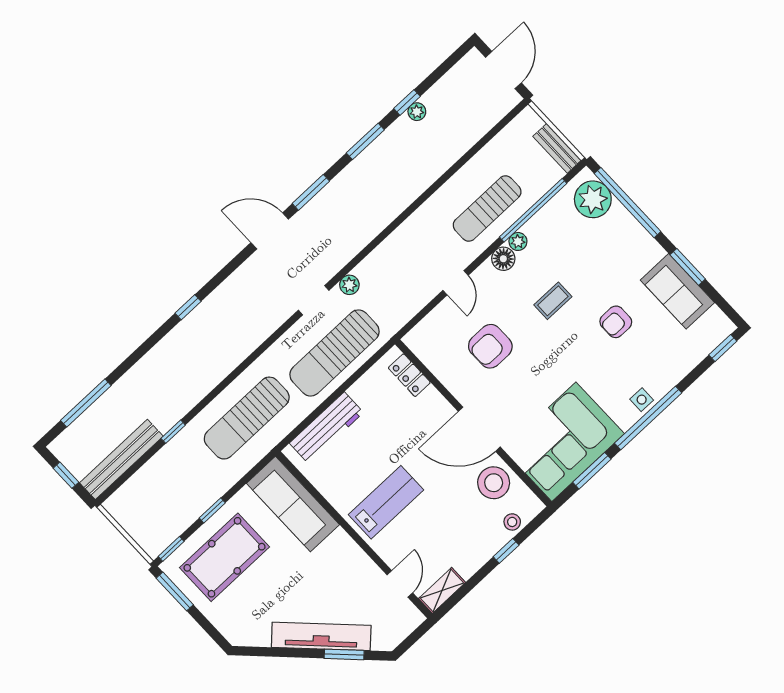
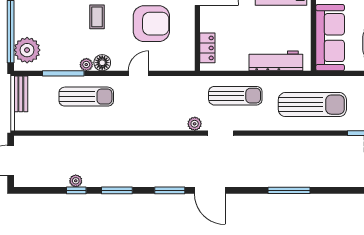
window: (533, 210) -> (63, 73), width x0.68
coffee table: (553, 301) -> (97, 17), turned 90
window: (188, 307) -> (289, 190), width x2.17
armchair: (490, 346) -> (151, 24), width x1.36, depth x1.36
sun lounger: (335, 353) -> (235, 96), width x0.73, depth x0.75

